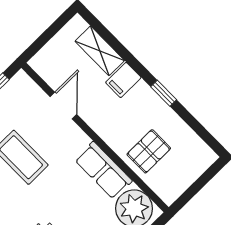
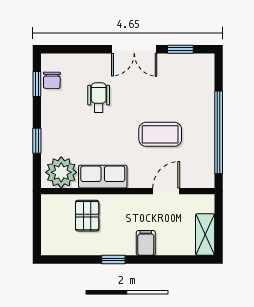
shelving: (100, 51) -> (205, 235), moved, turned 90
door: (63, 105) -> (166, 191), swing flipped

